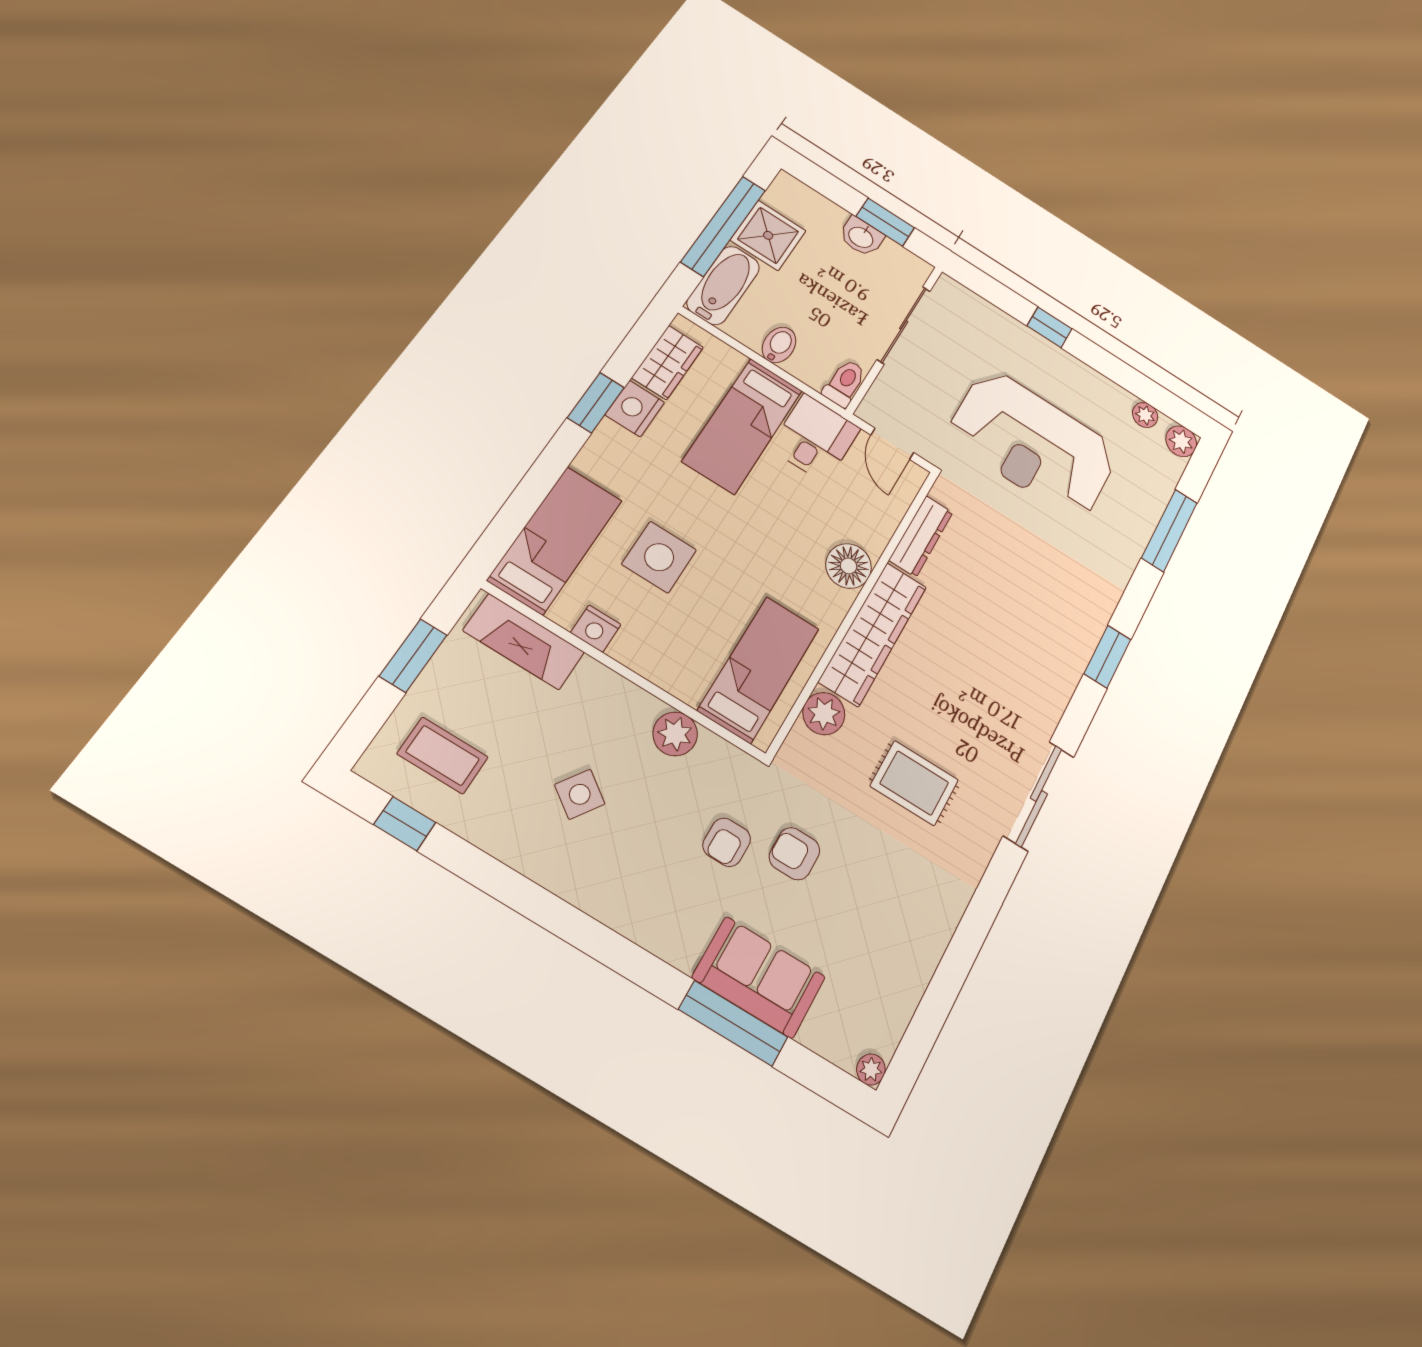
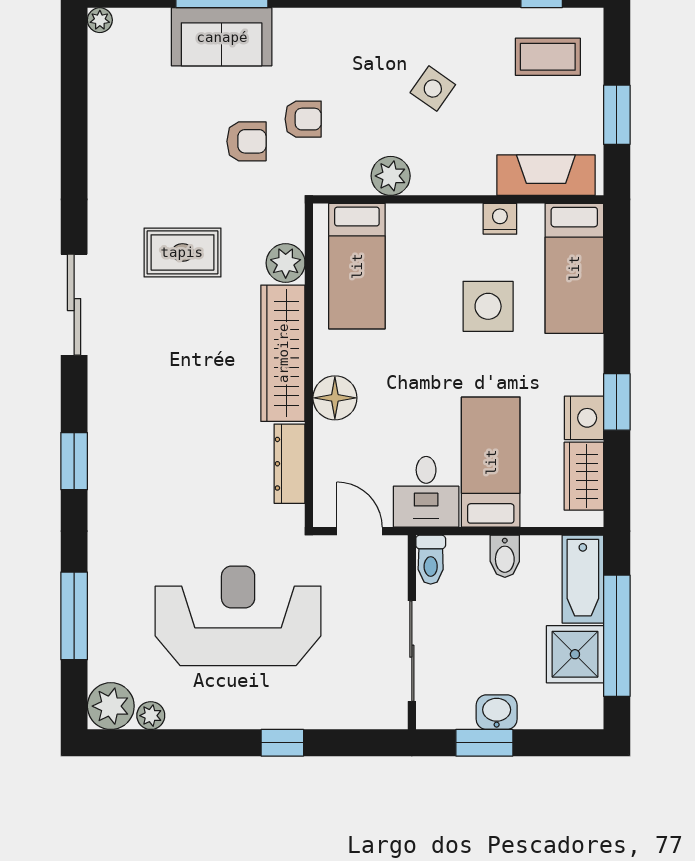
plant: (1181, 441) -> (111, 706), width x1.36, depth x1.36
armchair: (727, 842) -> (303, 119), turned 90

